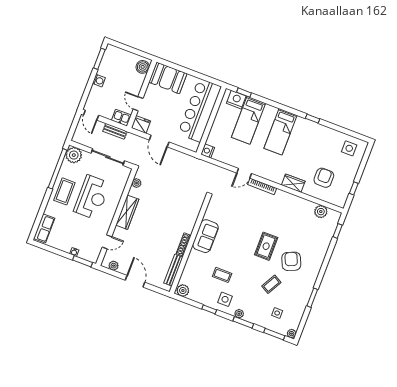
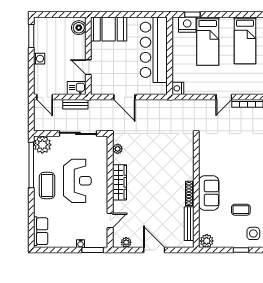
fridge: (141, 124) -> (99, 87), removed
sofa: (205, 236) -> (209, 193), moved

